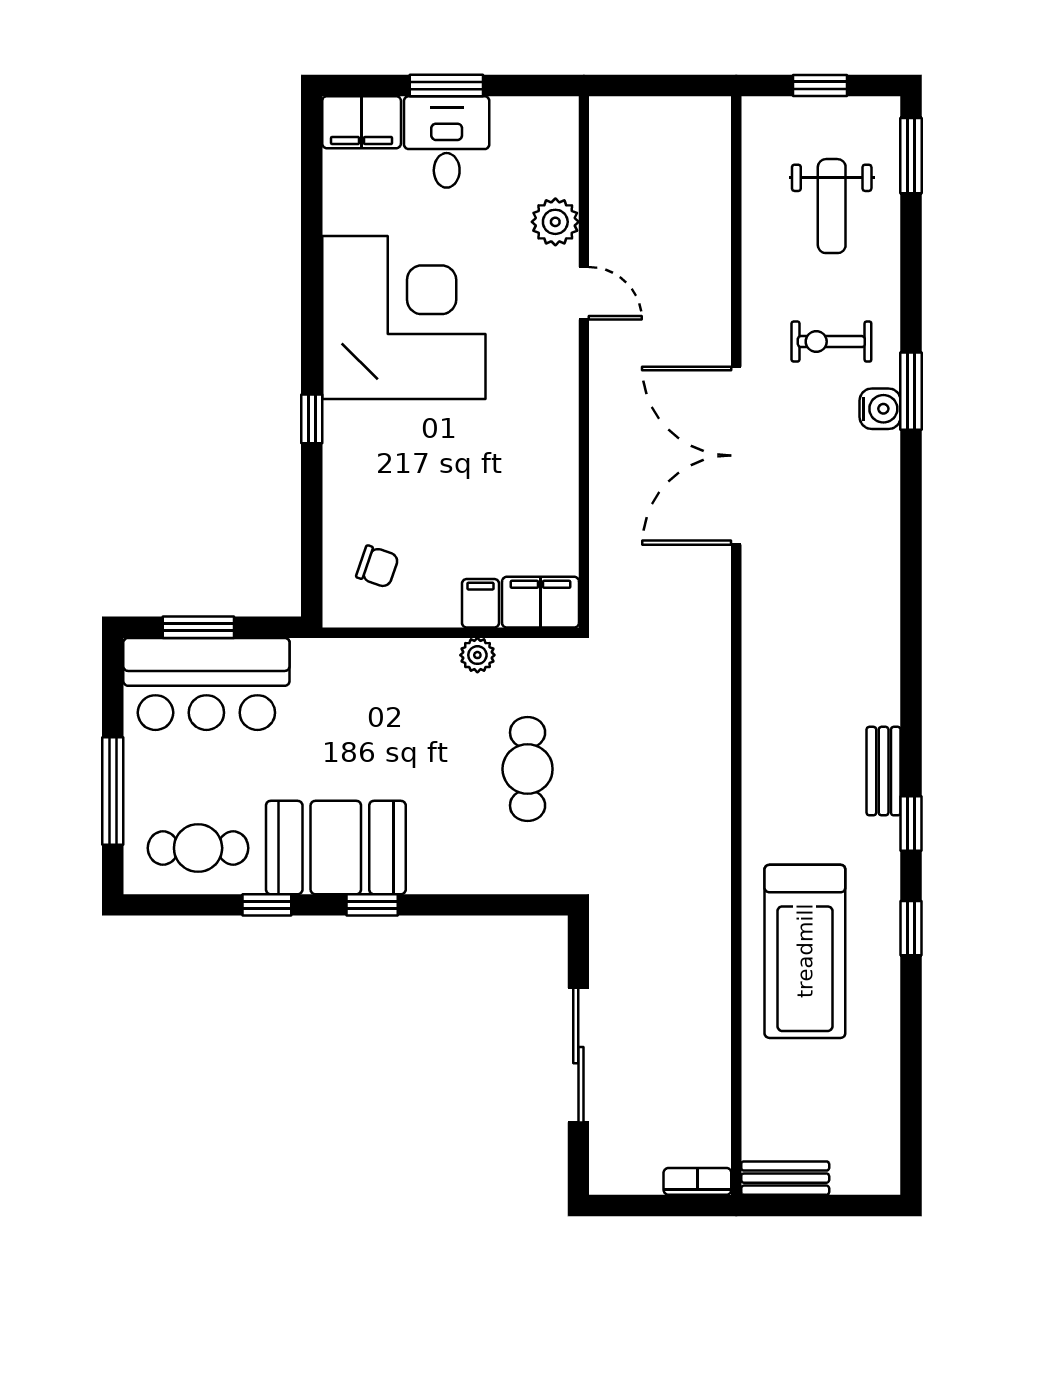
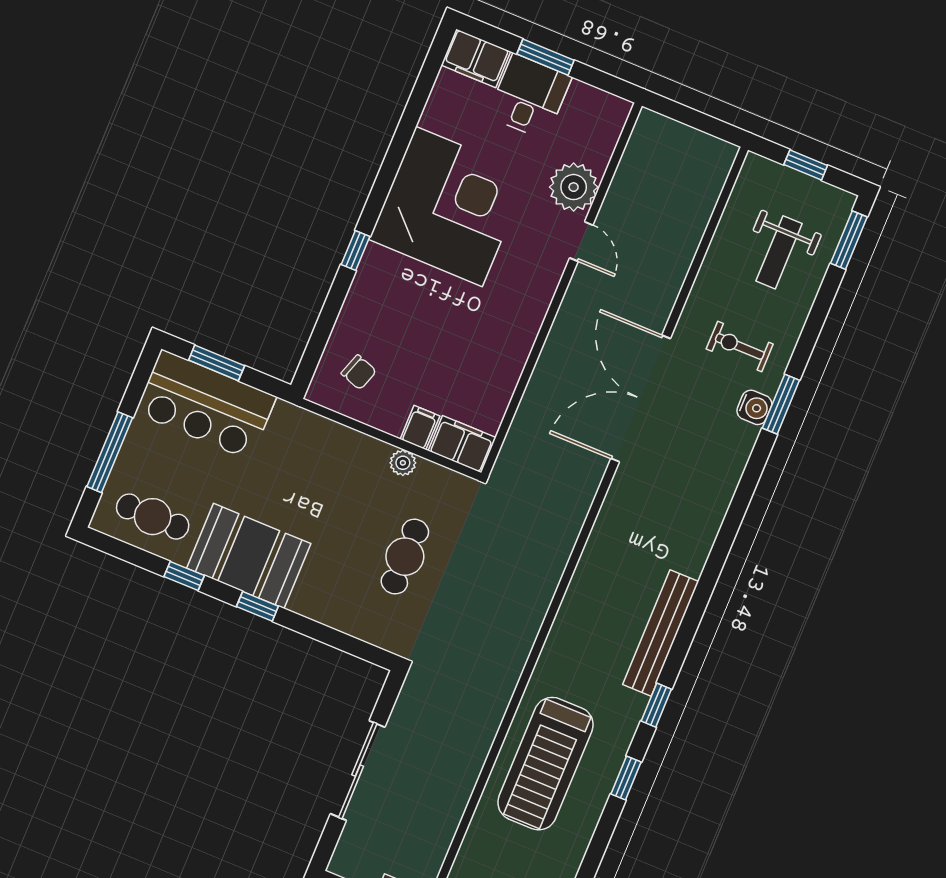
plant: (555, 222) -> (574, 187), width x1.36, depth x1.36
bench: (884, 771) -> (661, 633), width x1.86, depth x1.21

